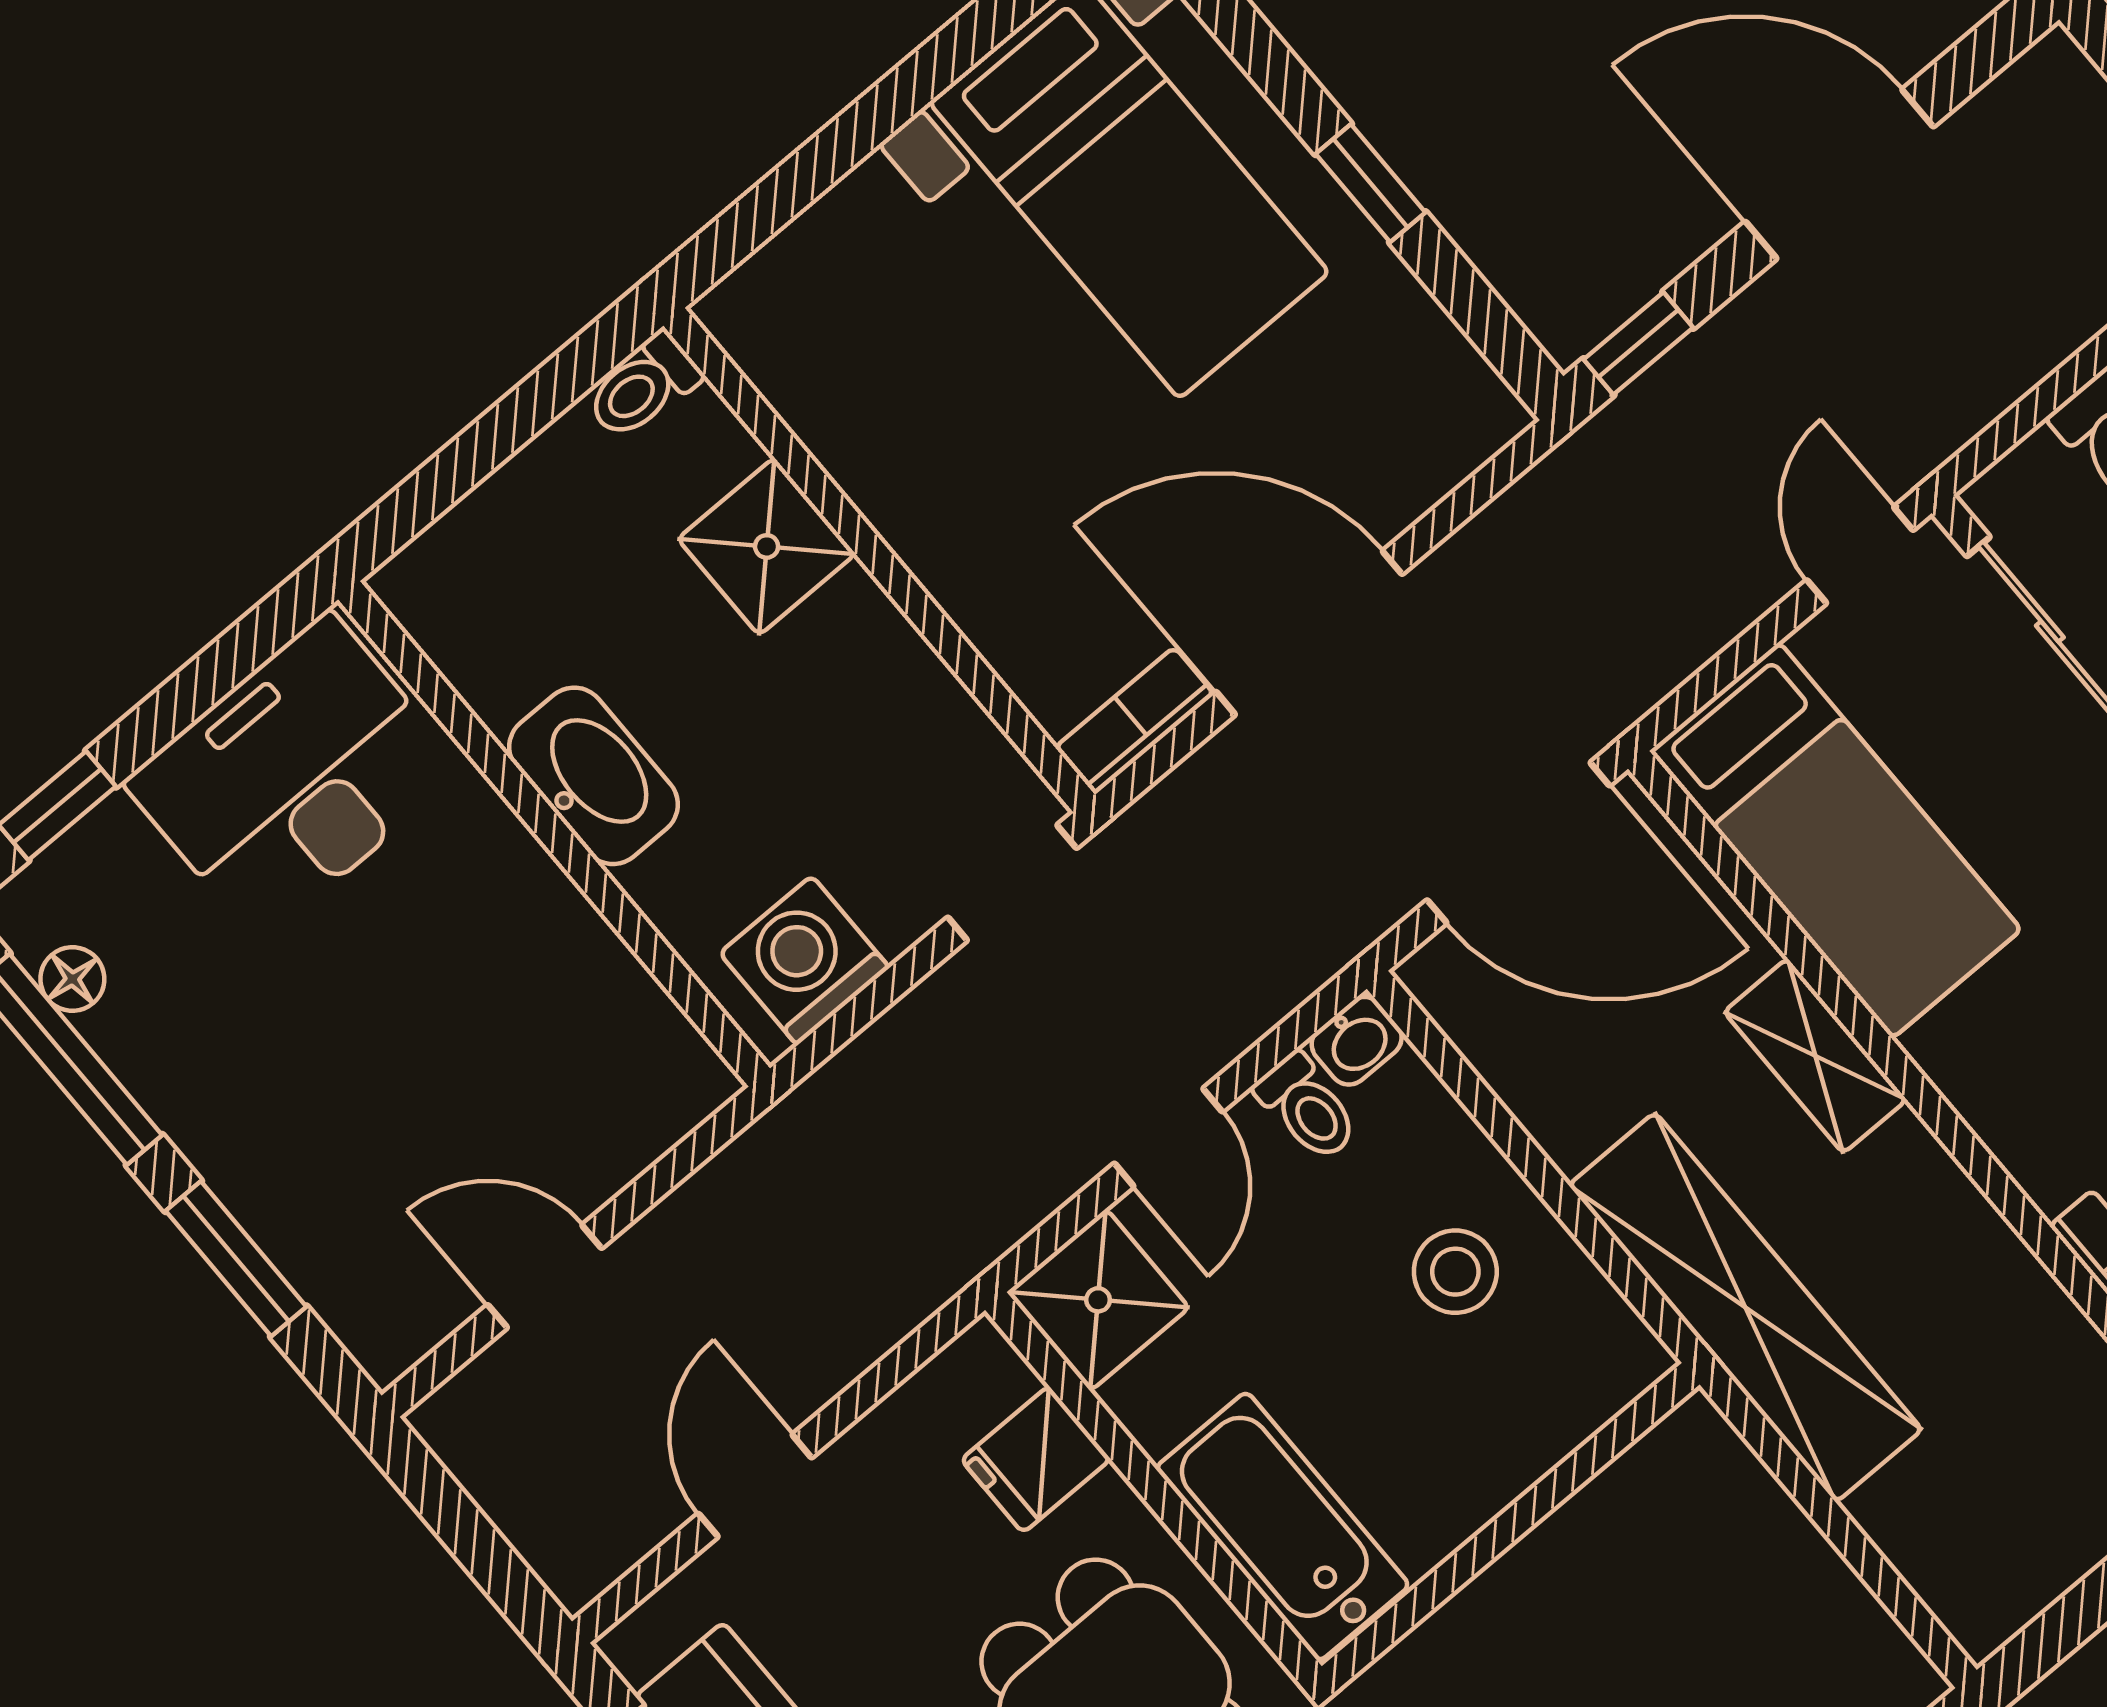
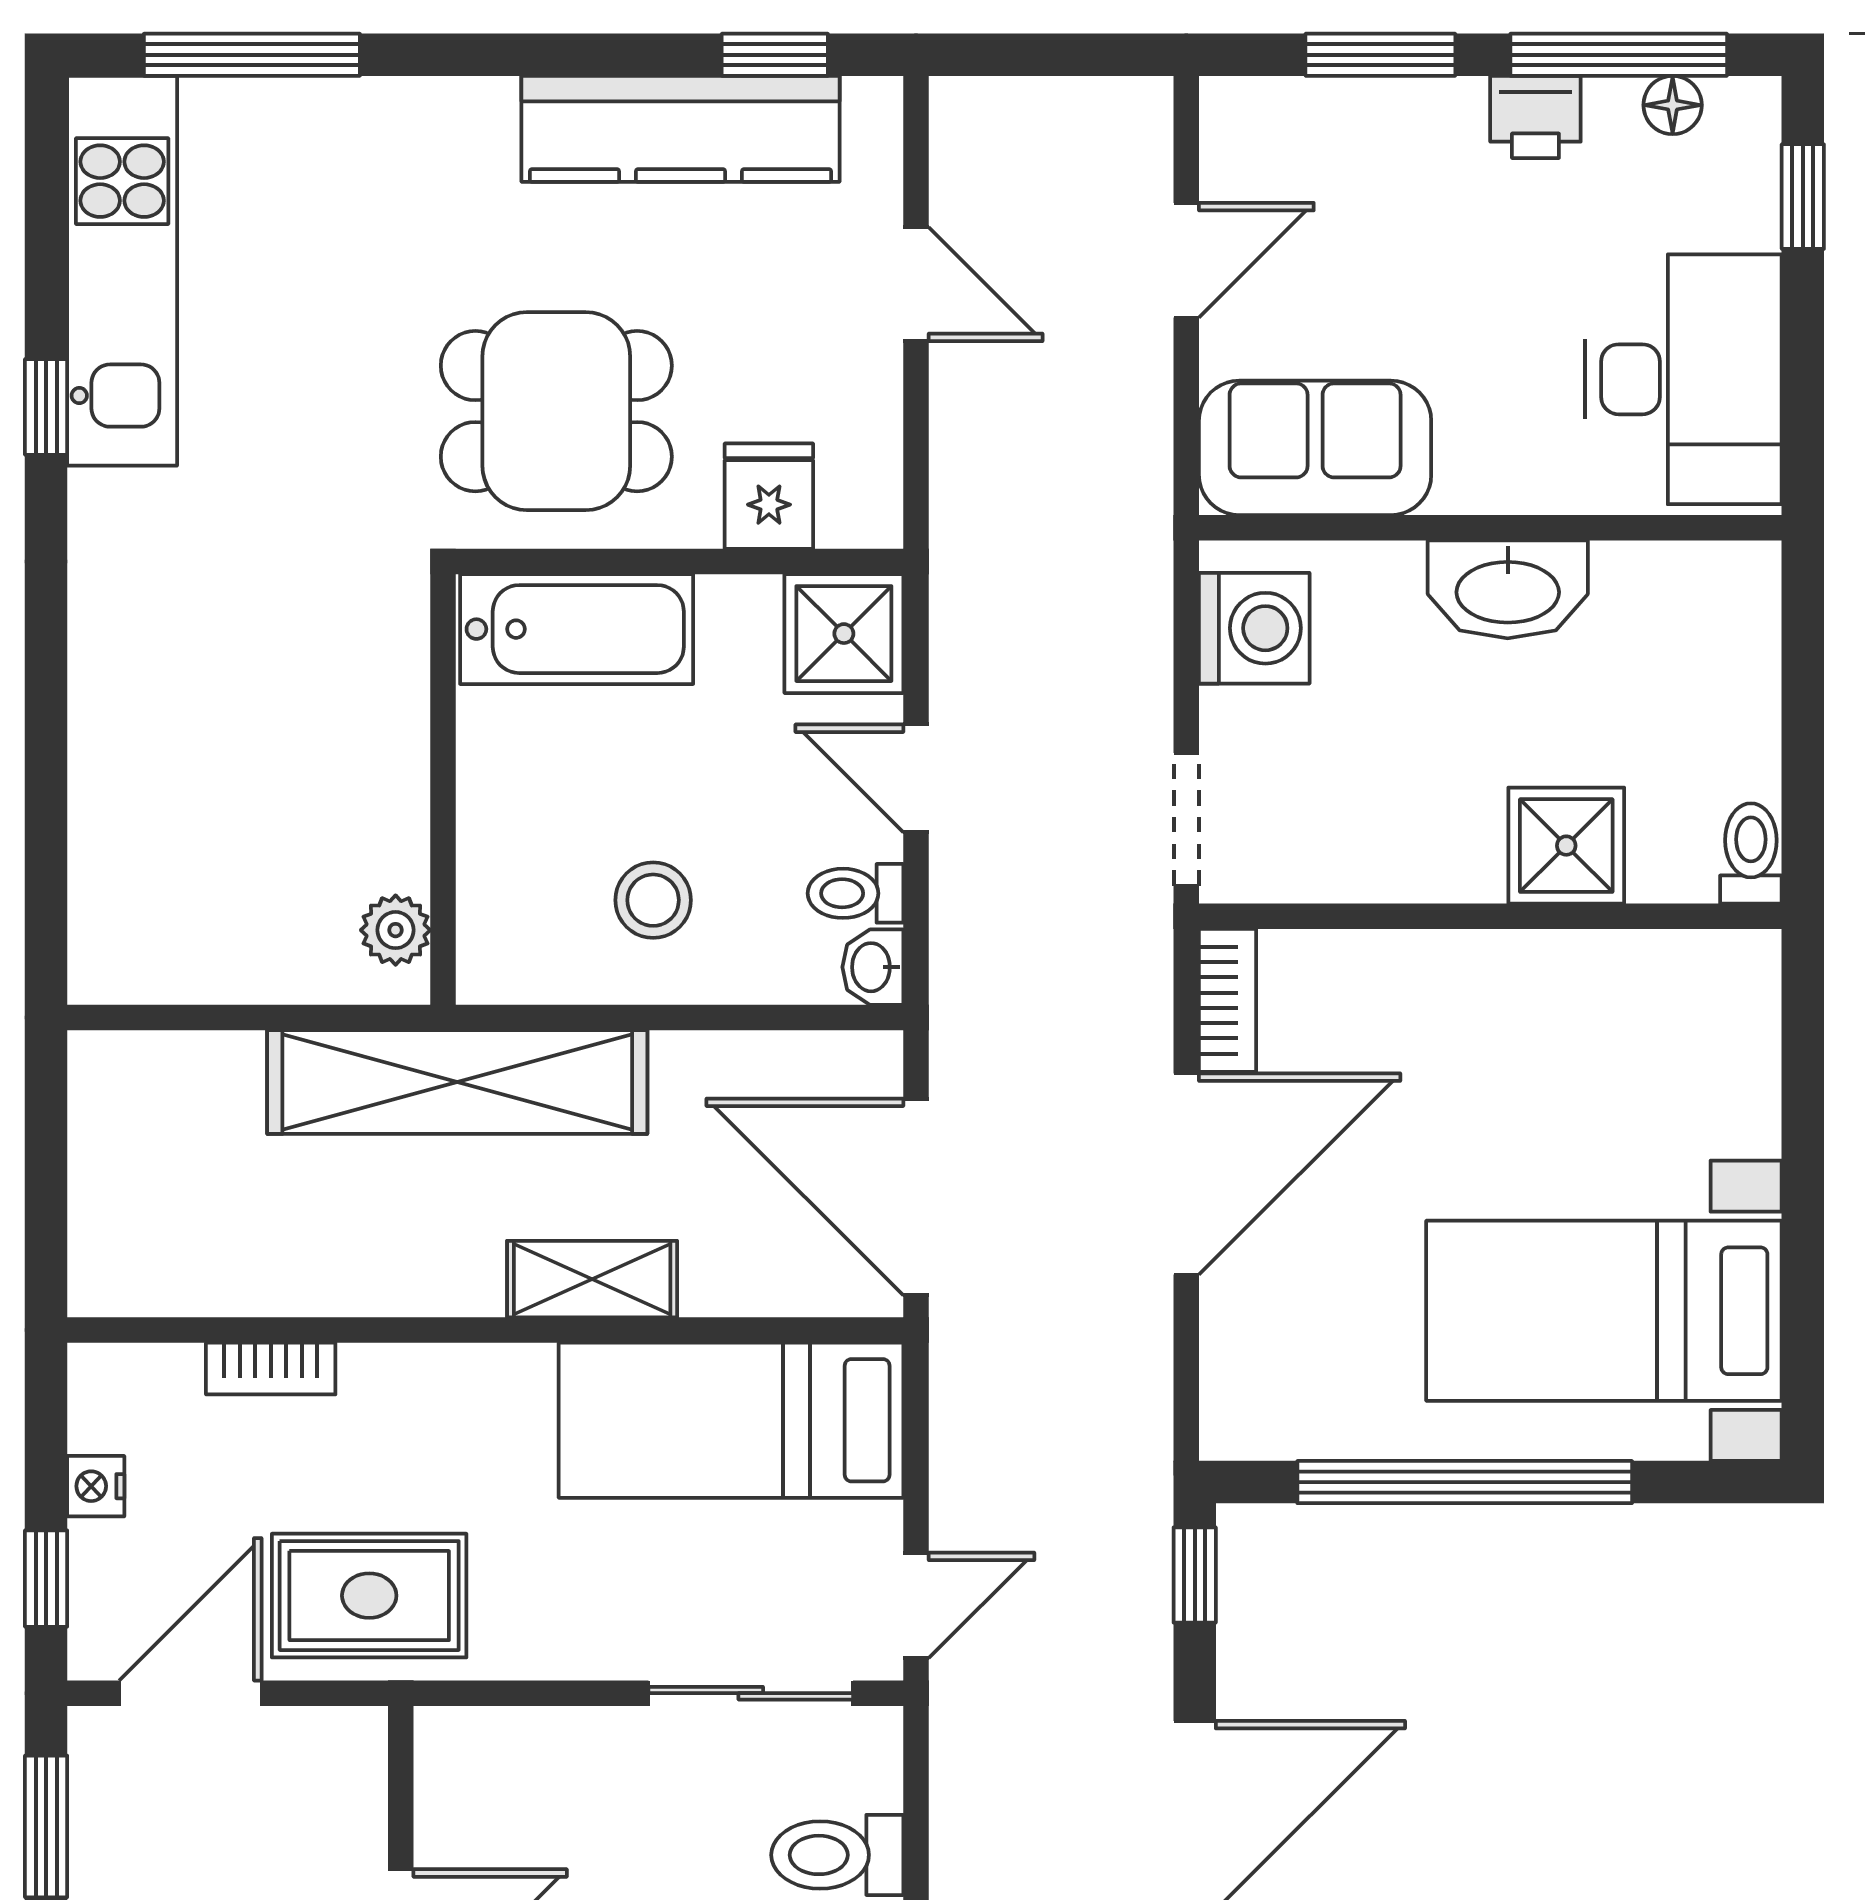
window: (1370, 183) -> (1465, 1482), width x3.17
door: (1860, 555) -> (916, 1605), hinge flipped
door: (1518, 843) -> (916, 1197), hinge flipped
sofa: (611, 1037) -> (1315, 448), added
printer: (179, 1085) -> (1535, 117), added
plant: (1662, 1466) -> (396, 930), added

